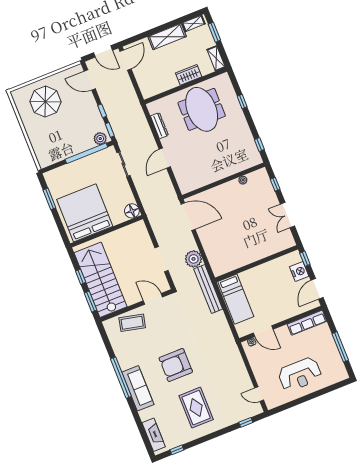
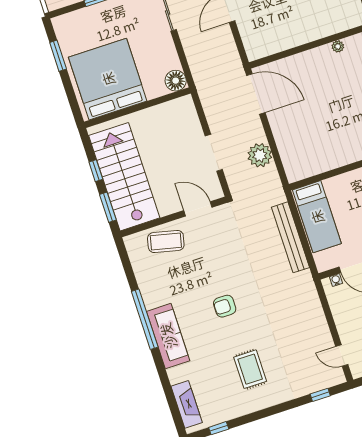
bench: (208, 289) -> (291, 237), moved
armchair: (176, 365) -> (225, 306), width x0.53, depth x0.53
rug: (196, 408) -> (250, 369), width x0.73, depth x0.70

